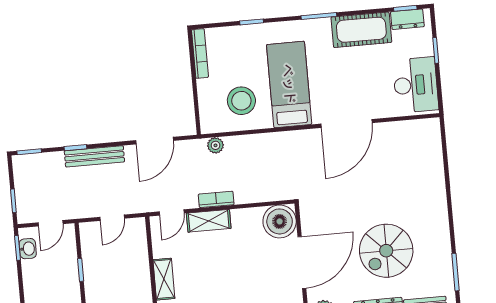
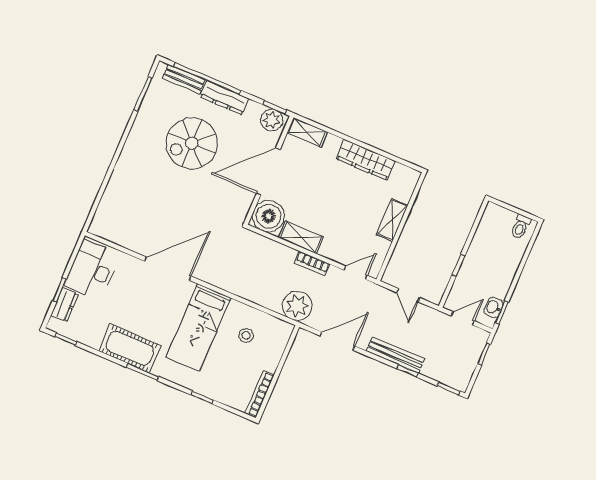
dresser: (407, 19) -> (65, 305), moved, turned 90
cot: (361, 30) -> (130, 348), moved
stool: (241, 101) -> (246, 335), width x0.53, depth x0.53
plant: (215, 145) -> (297, 306), width x1.87, depth x1.87
door: (112, 218) -> (408, 295), swing flipped
shelving: (209, 221) -> (301, 237), moved
spiral stairs: (386, 251) -> (192, 143), turned 180

